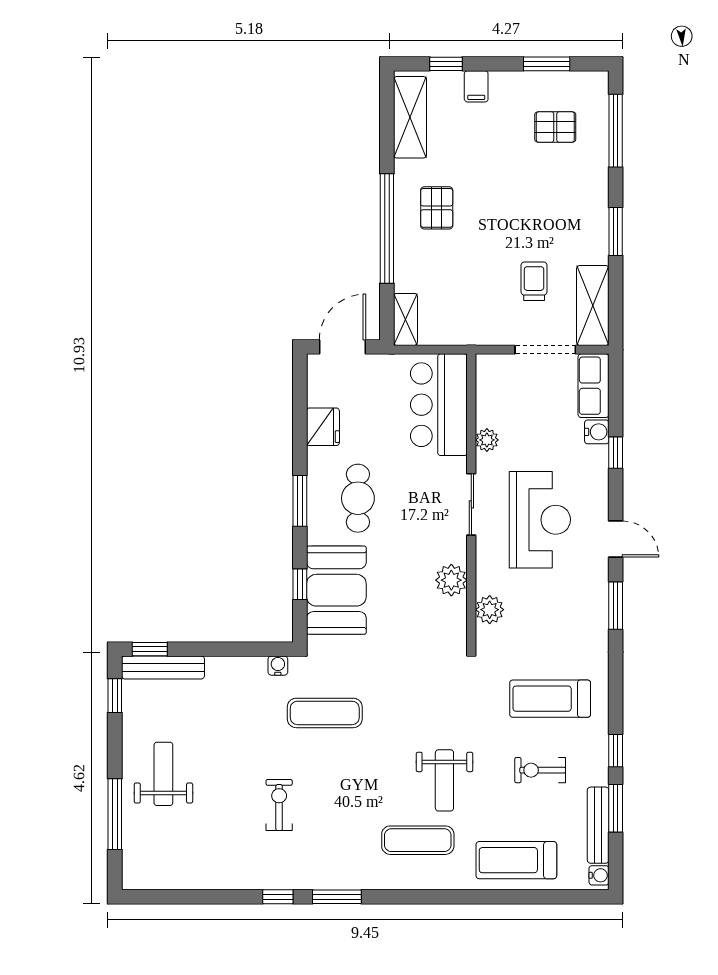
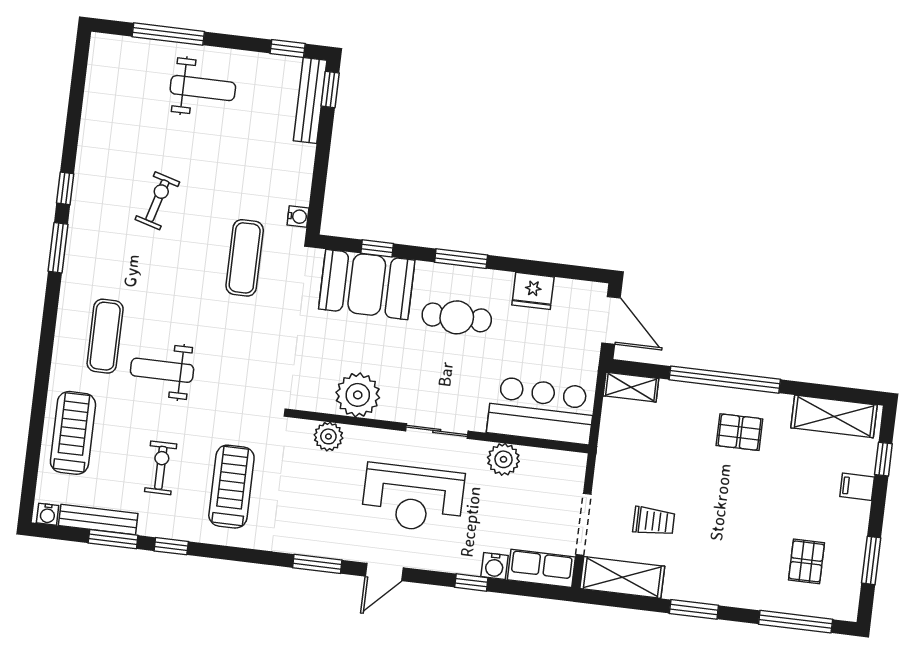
plant: (487, 440) -> (503, 459), width x1.38, depth x1.38
plant: (451, 580) -> (358, 395), width x1.36, depth x1.36
exercise bike: (279, 805) -> (157, 201), turned -74

